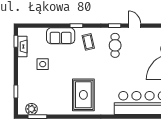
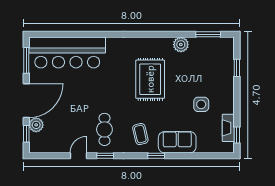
door: (135, 26) -> (78, 156), swing flipped
rug: (83, 95) -> (150, 79), moved
plant: (31, 109) -> (181, 45), moved

